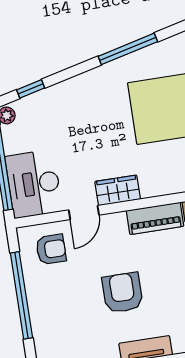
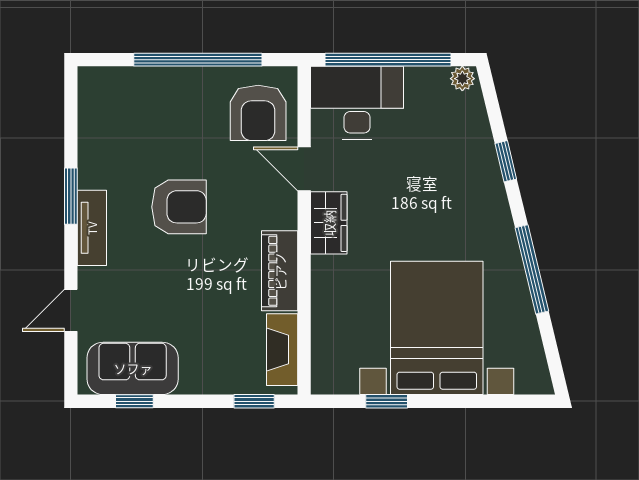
window: (31, 89) -> (506, 161), moved
armchair: (51, 249) -> (258, 113), width x1.38, depth x1.38

